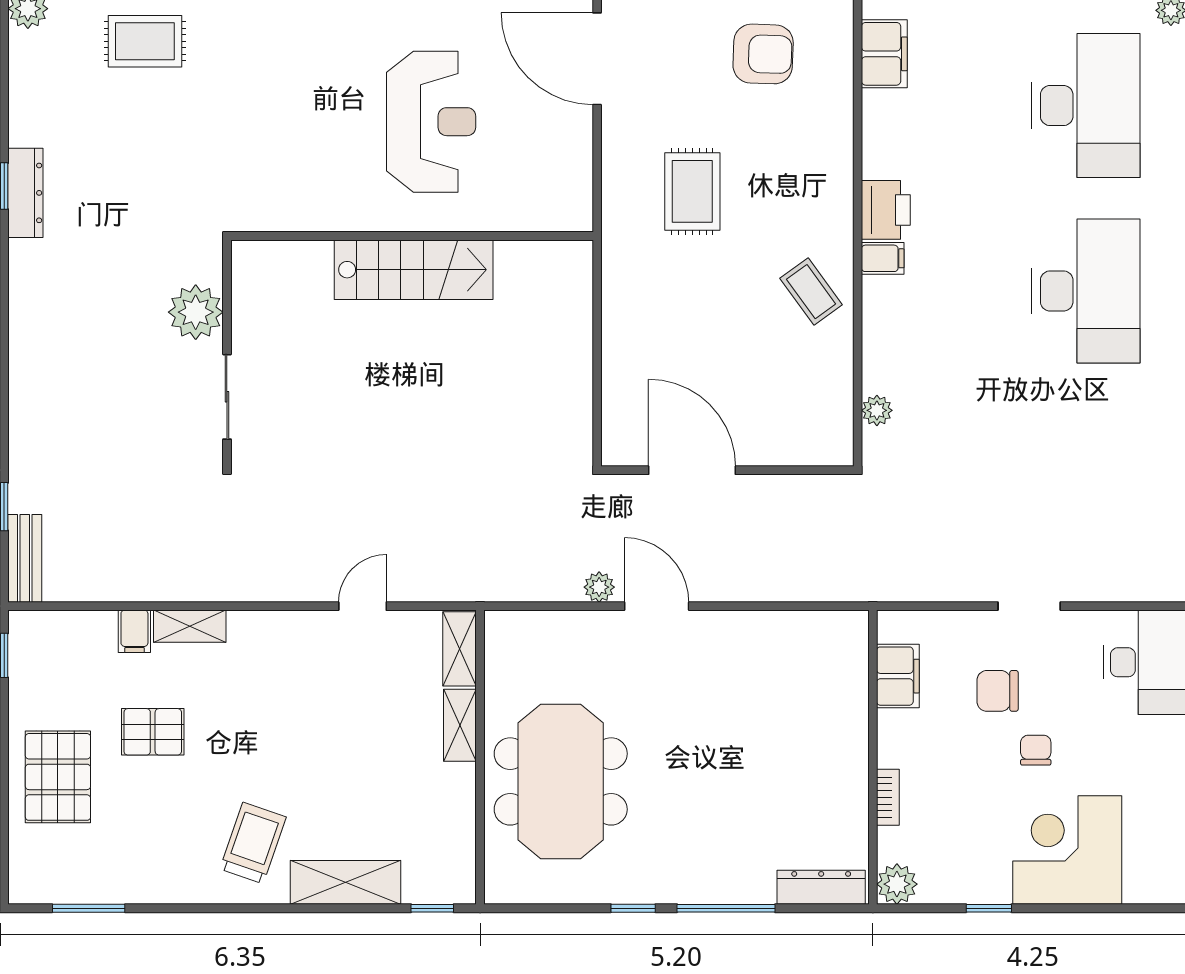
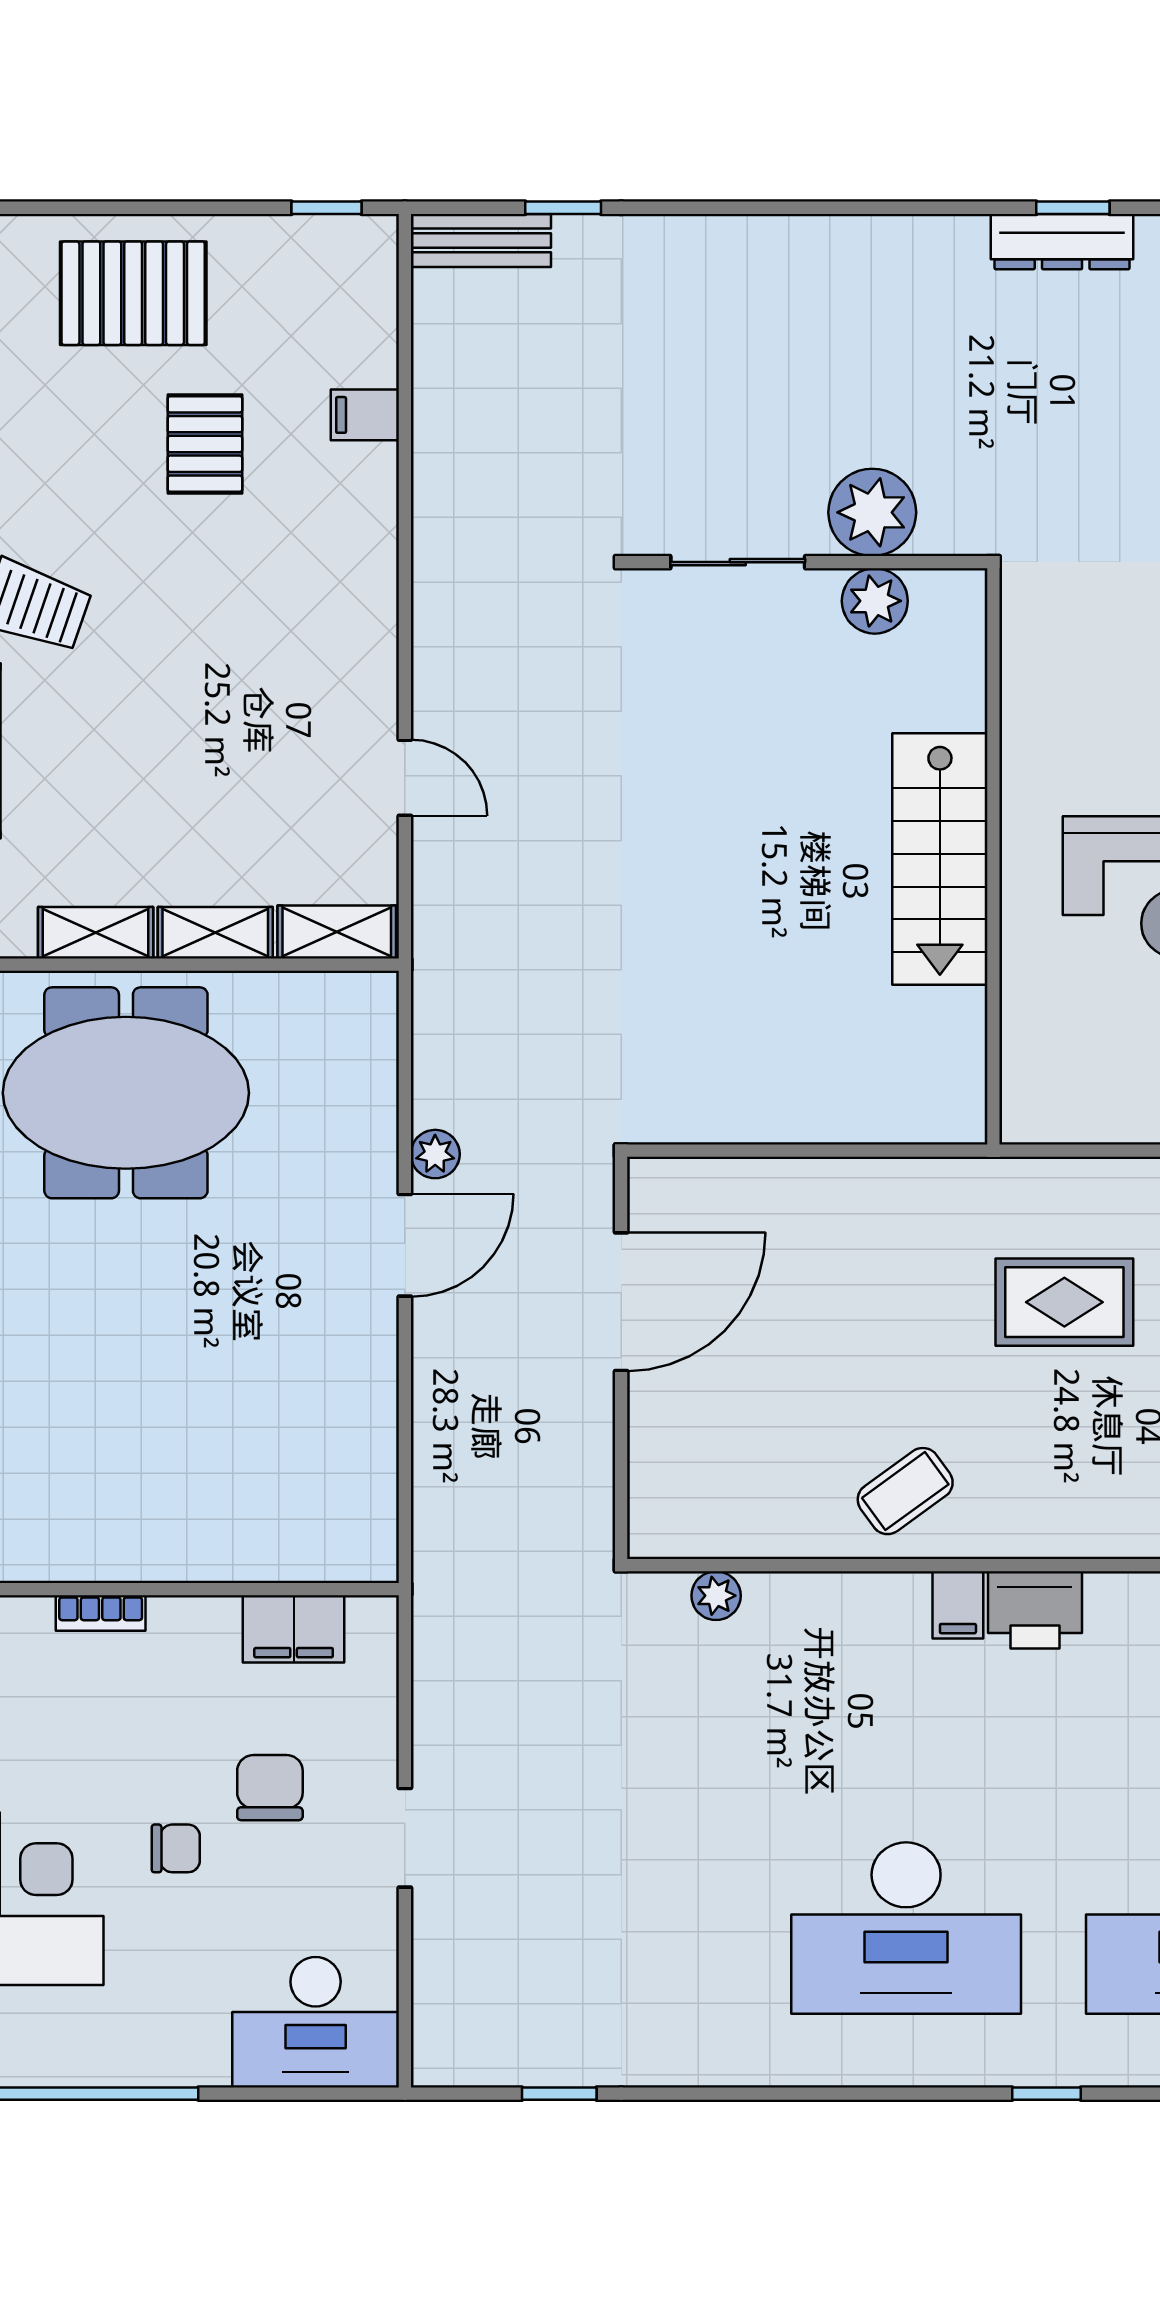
plant: (251, 311) -> (875, 601), added
shelving: (190, 626) -> (96, 933), moved, turned 90

